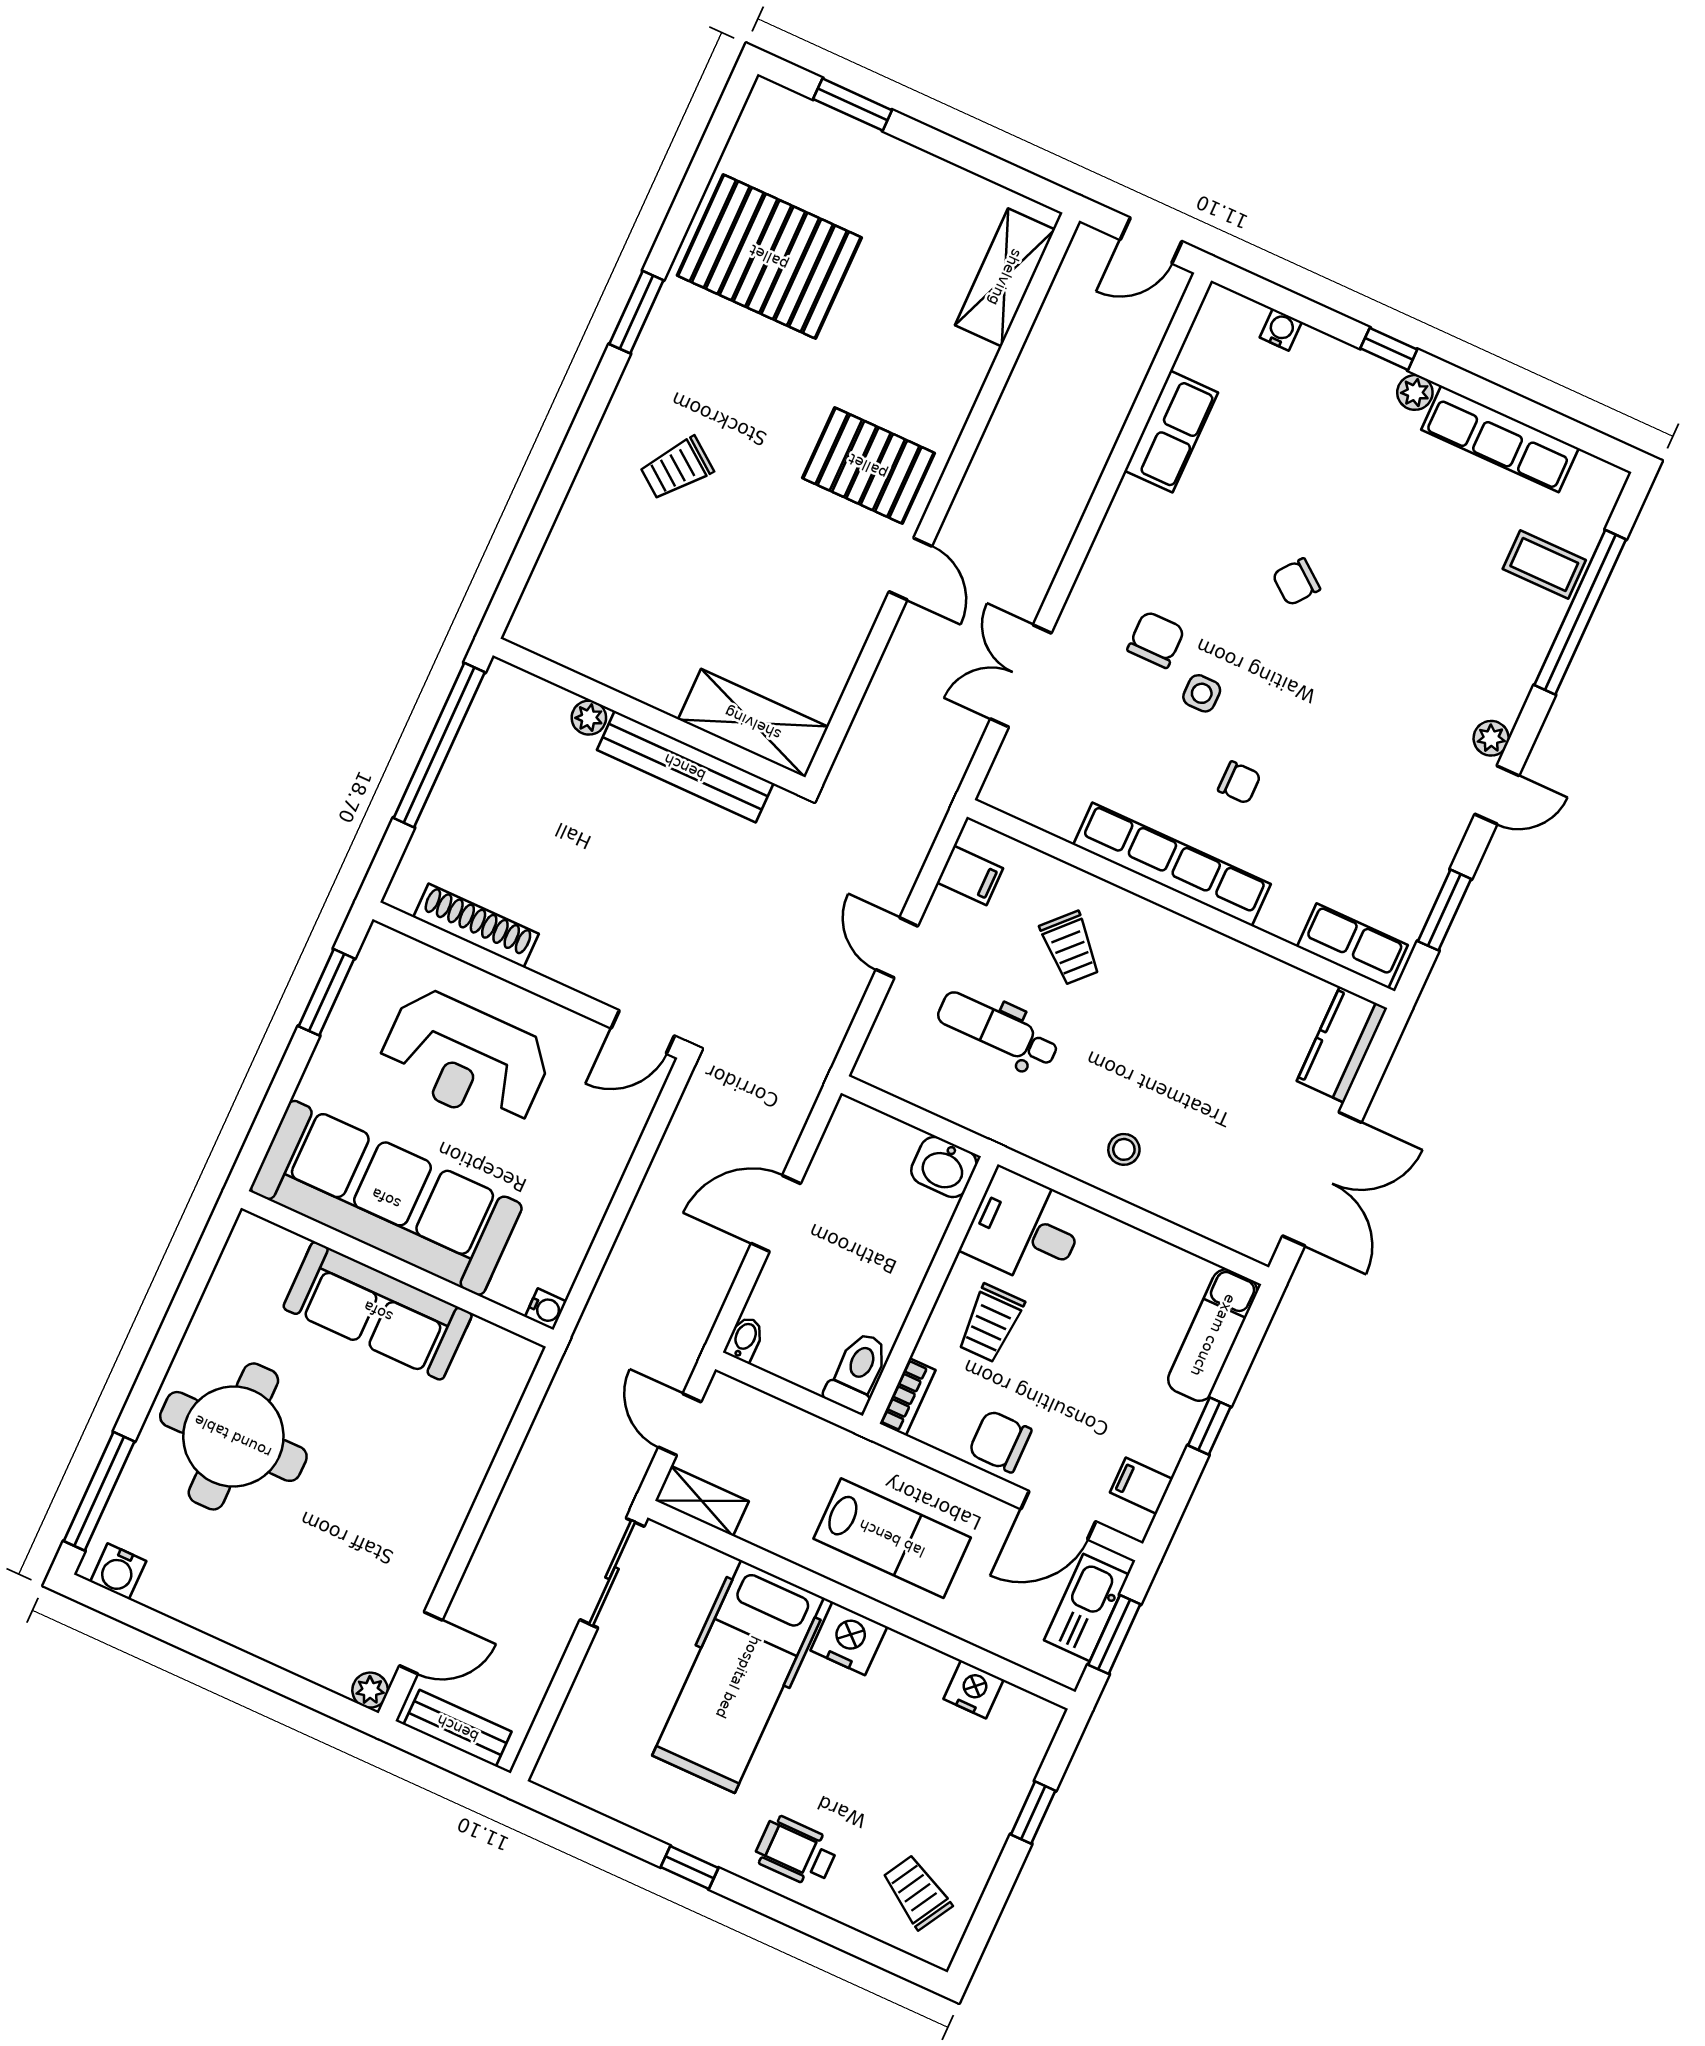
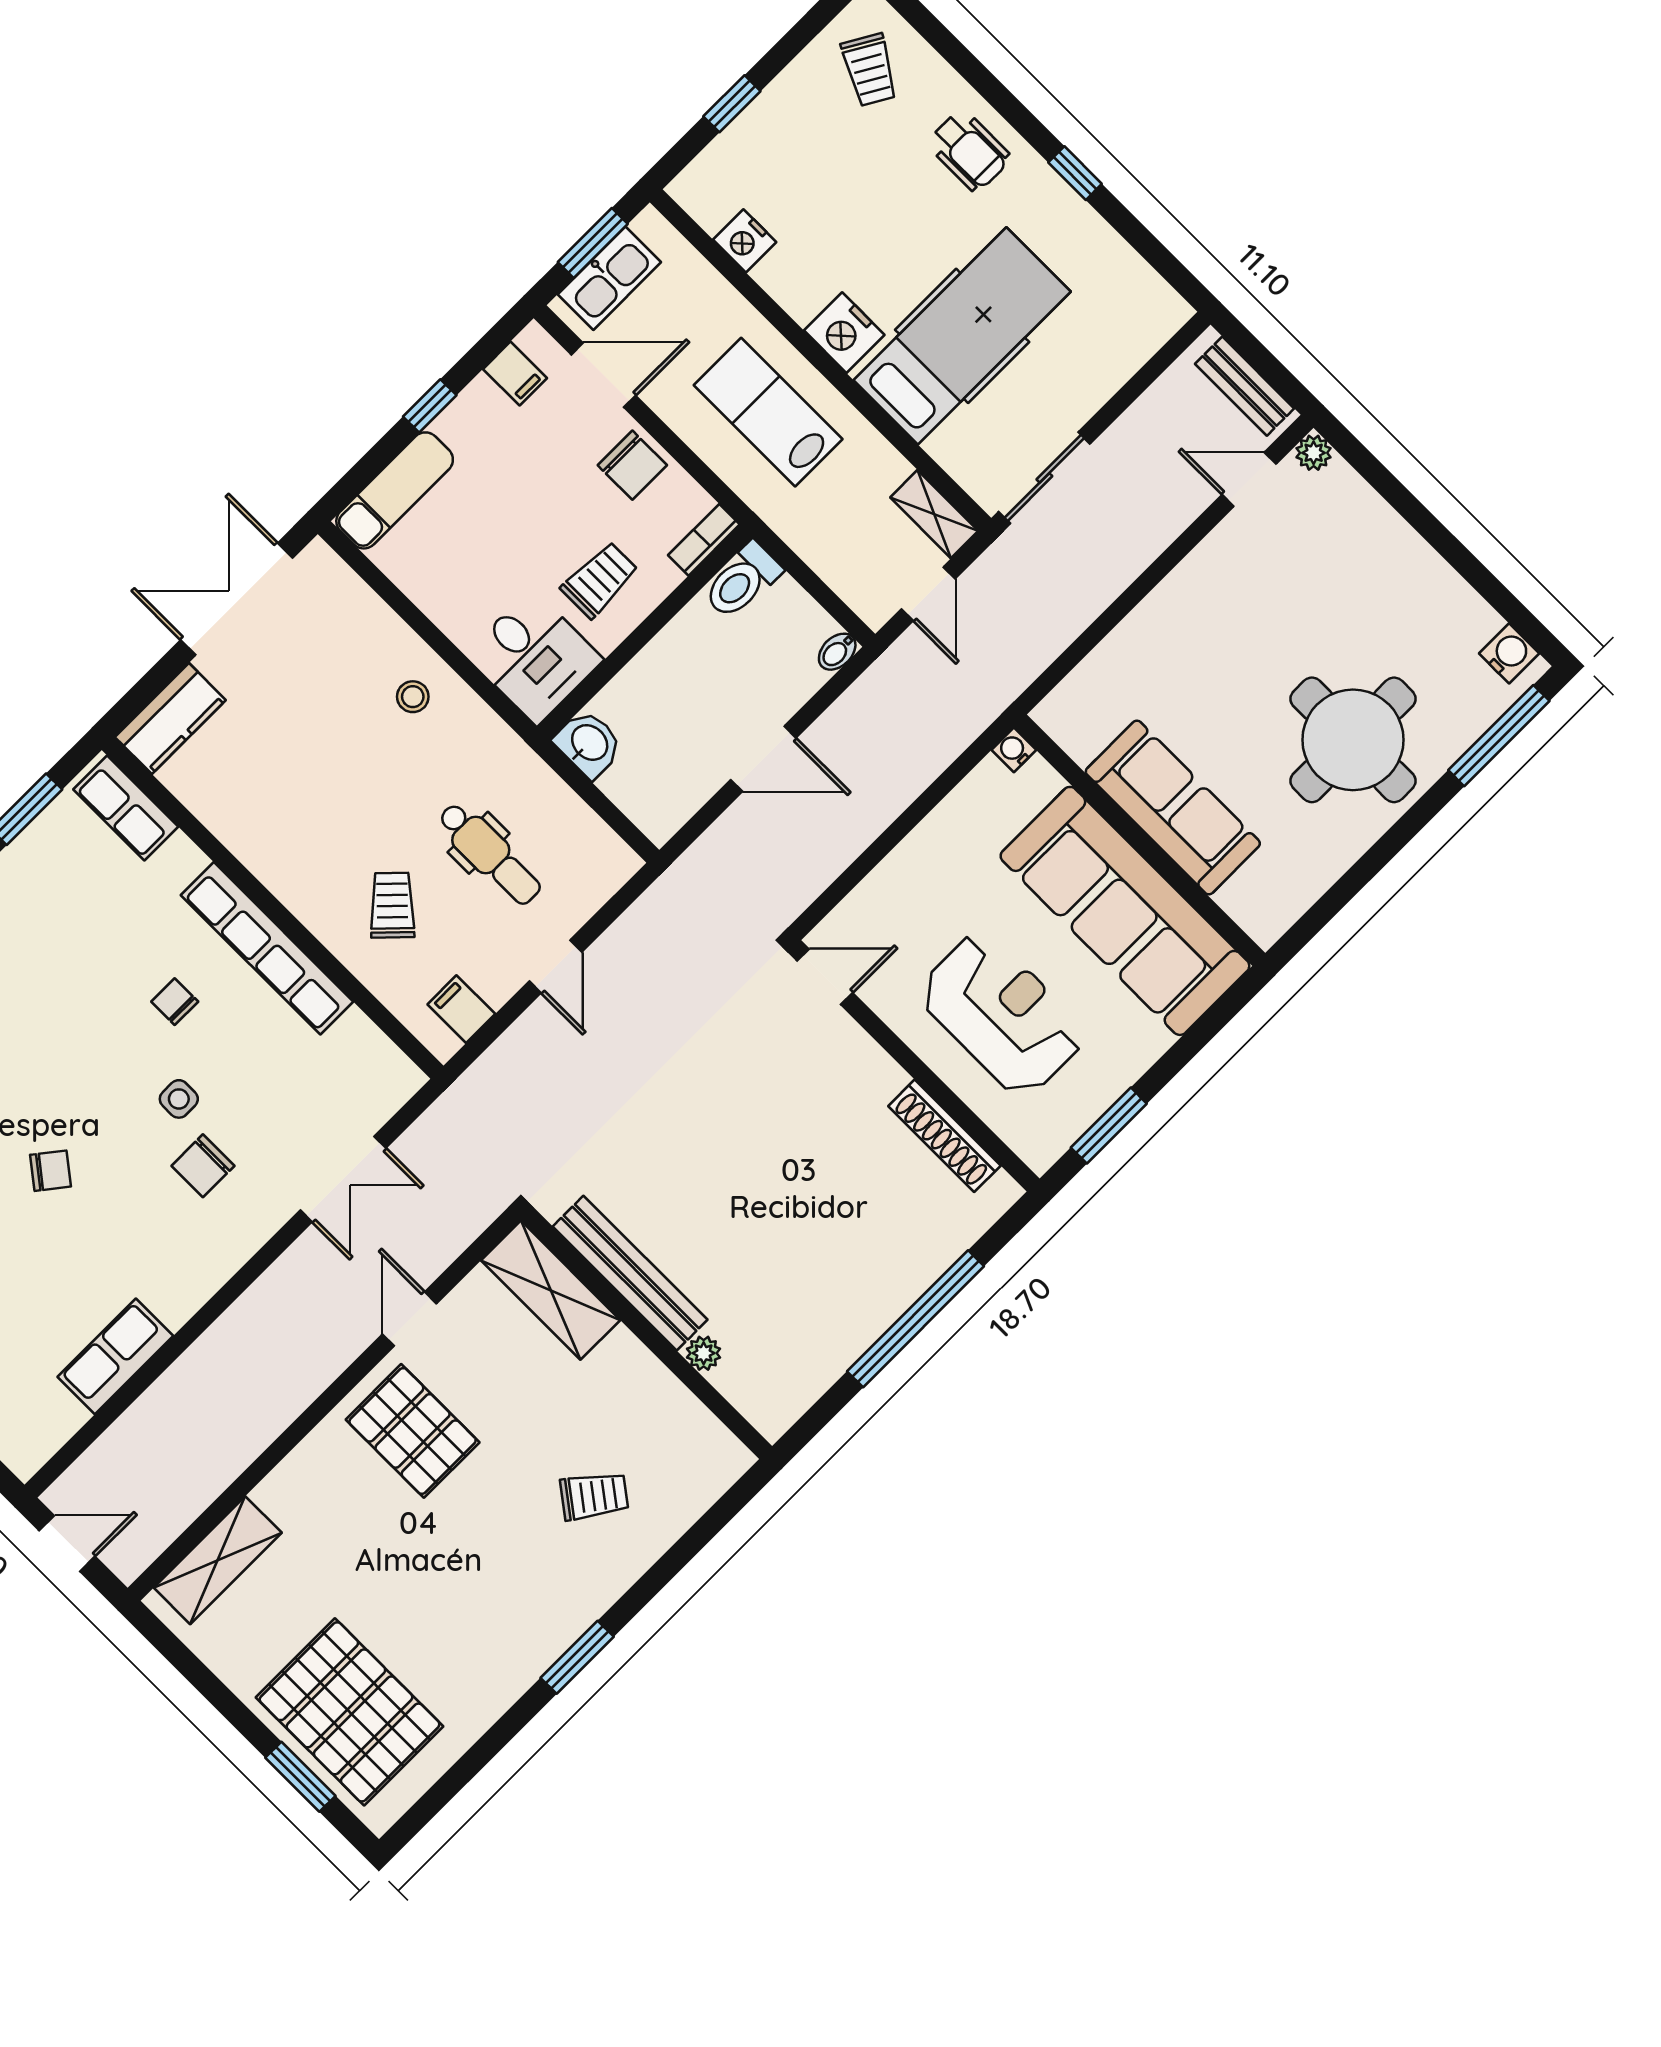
pallet: (769, 257) -> (350, 1712), moved
wall: (649, 716) -> (646, 1333), moved
plant: (589, 718) -> (704, 1353), moved
shelving: (753, 723) -> (551, 1290), moved
bench: (685, 767) -> (630, 1273), moved

